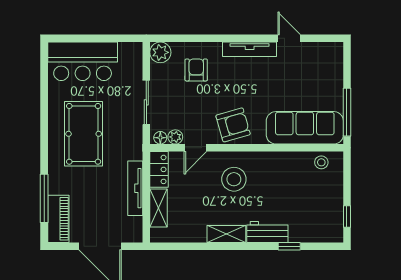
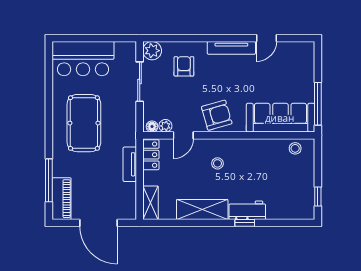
door: (289, 38) -> (266, 38), swing flipped
sliding door: (146, 102) -> (140, 82), moved
stool: (234, 179) -> (217, 163), width x0.53, depth x0.53
tv unit: (135, 188) -> (130, 164), width x0.71
shelving: (159, 208) -> (150, 203), moved
shelving: (226, 234) -> (202, 210), width x1.50, depth x1.33
window: (289, 246) -> (245, 223), moved

